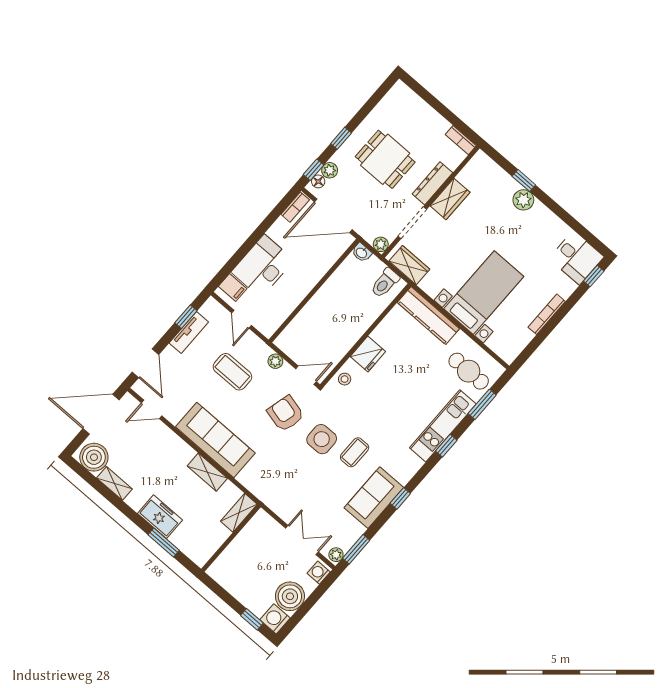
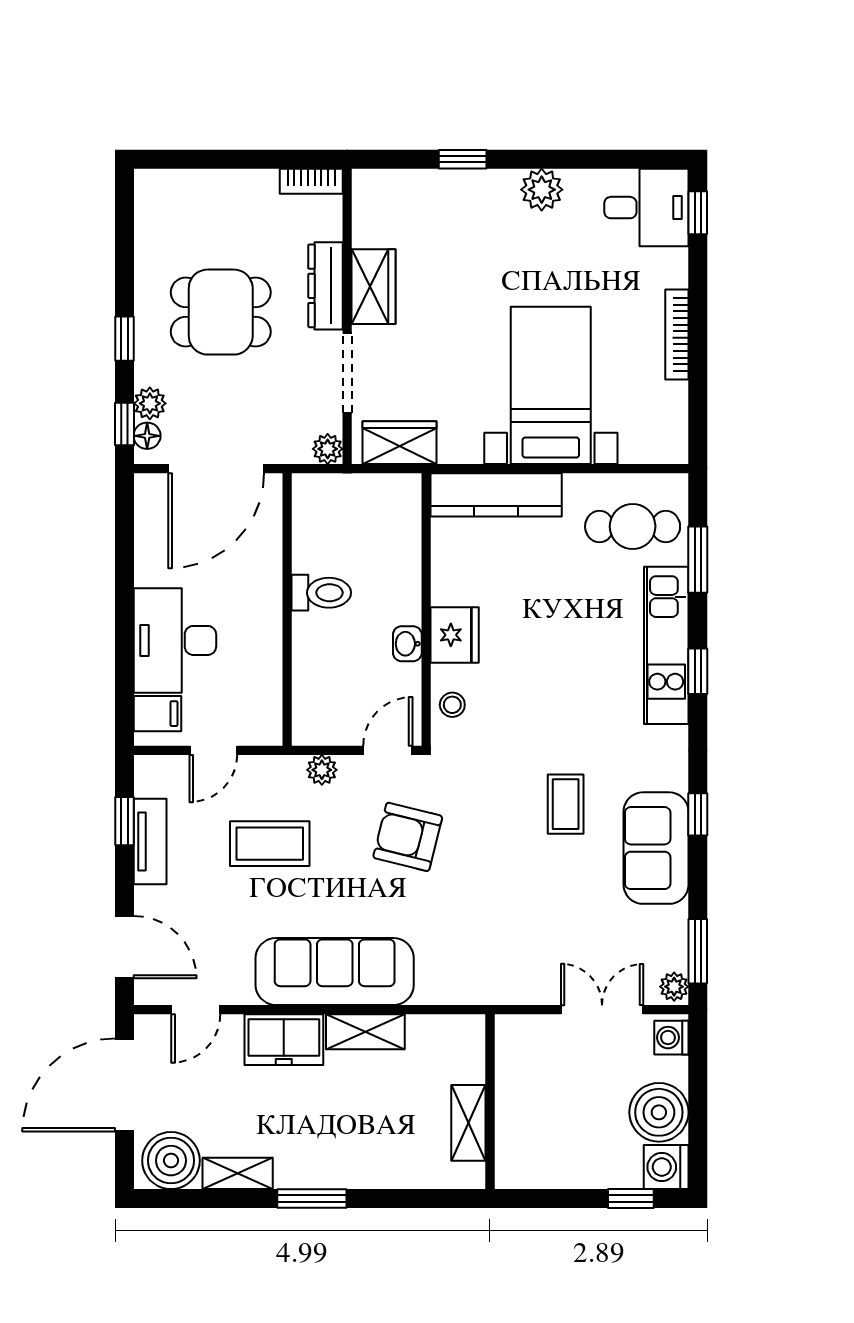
plant: (523, 200) -> (542, 190), moved
bookcase: (295, 207) -> (146, 506), removed
washbasin: (362, 253) -> (407, 644), moved, turned 90
toilet: (385, 283) -> (321, 593), moved, turned -90
door: (242, 319) -> (213, 750), hinge flipped
side table: (322, 439) -> (497, 828), removed
shelving: (239, 513) -> (468, 1123), moved
freezer: (160, 517) -> (284, 1040), moved, turned 180
window: (164, 542) -> (312, 1199), moved

